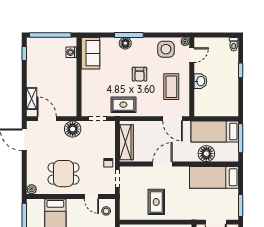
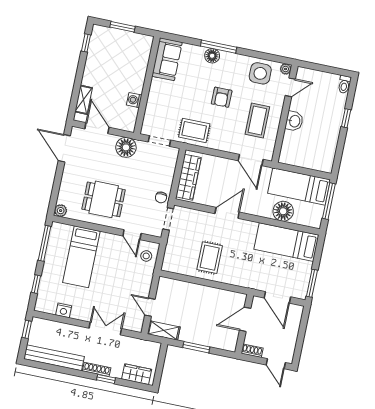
window: (50, 35) -> (123, 27), width x0.47
washing machine: (71, 52) -> (134, 100), moved

